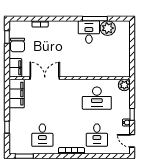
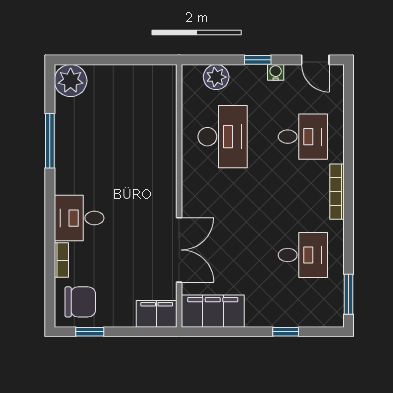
plant: (108, 28) -> (71, 81), moved
desk: (89, 32) -> (79, 218), moved
chair: (18, 45) -> (80, 302), moved
double door: (45, 78) -> (179, 250), swing flipped
plant: (124, 85) -> (216, 77), moved
door: (132, 141) -> (315, 60), hinge flipped

